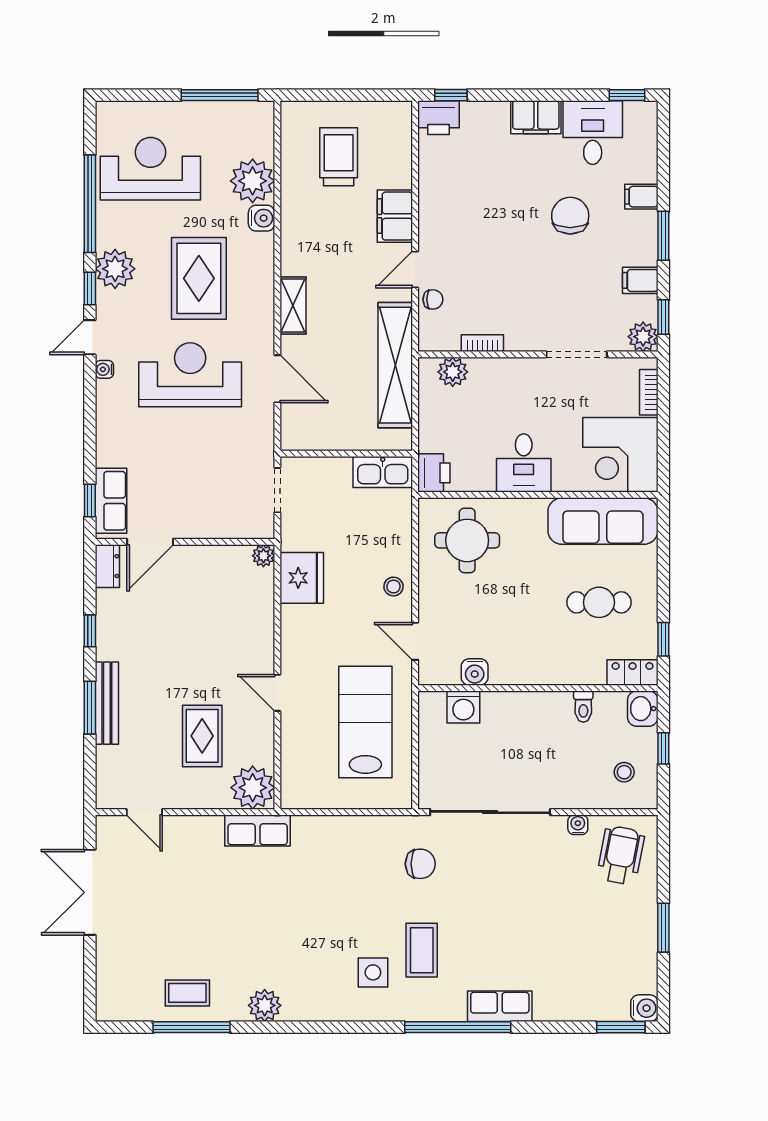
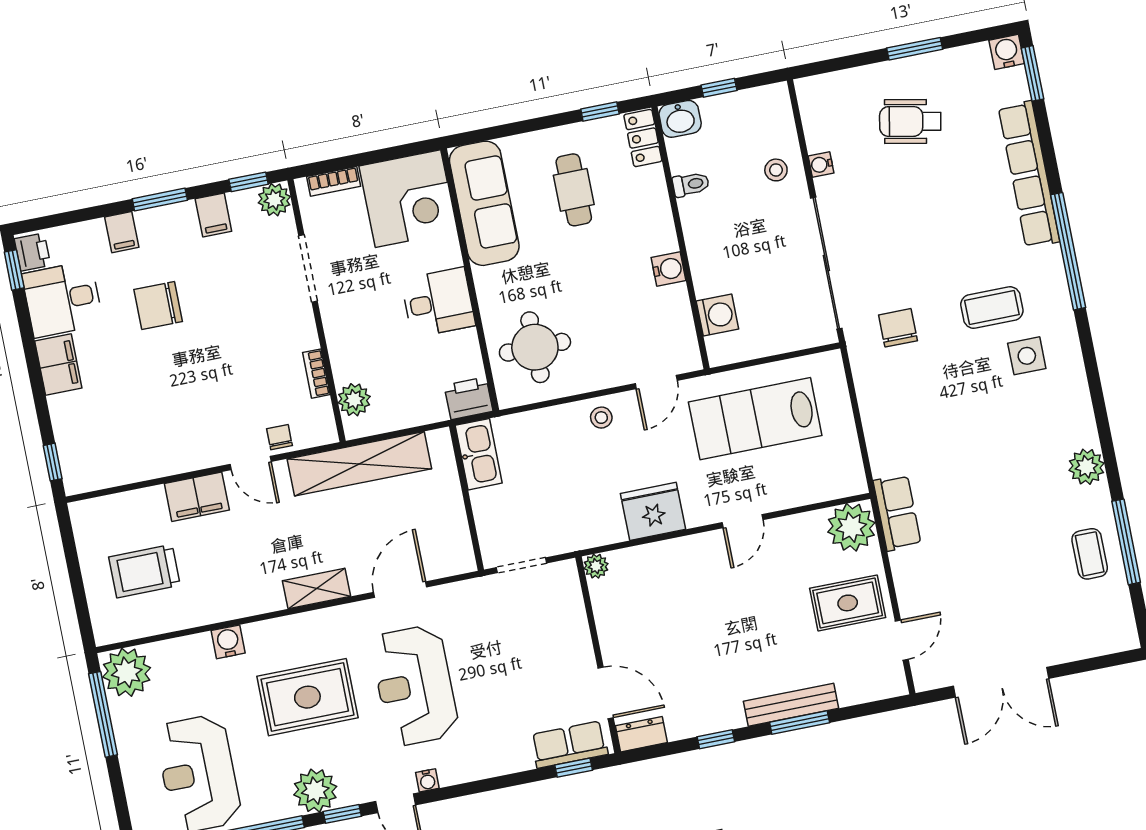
printer: (438, 118) -> (32, 252), moved, width x0.73, depth x0.81
plant: (253, 181) -> (127, 672), moved
fridge: (302, 578) -> (653, 511), moved
water cooler: (475, 672) -> (669, 269), moved
rug: (202, 736) -> (848, 603), moved
stool: (624, 772) -> (776, 170), moved
wheelchair: (621, 855) -> (910, 121), moved
row of seats: (500, 1006) -> (1029, 174), width x2.02

